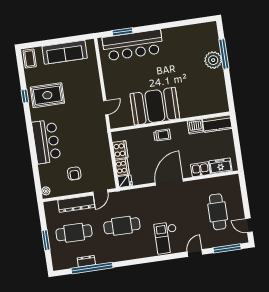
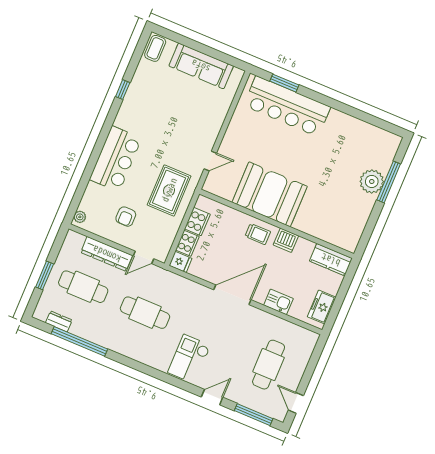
rug: (47, 95) -> (169, 190), moved, turned 90
dishwasher: (195, 127) -> (286, 240), moved
freezer: (221, 166) -> (322, 307), moved, turned -90
dresser: (86, 261) -> (59, 321), moved

